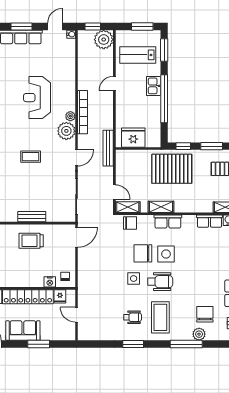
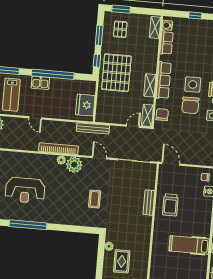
reception desk: (37, 98) -> (25, 190), moved
row of seats: (168, 222) -> (164, 80), width x1.48

